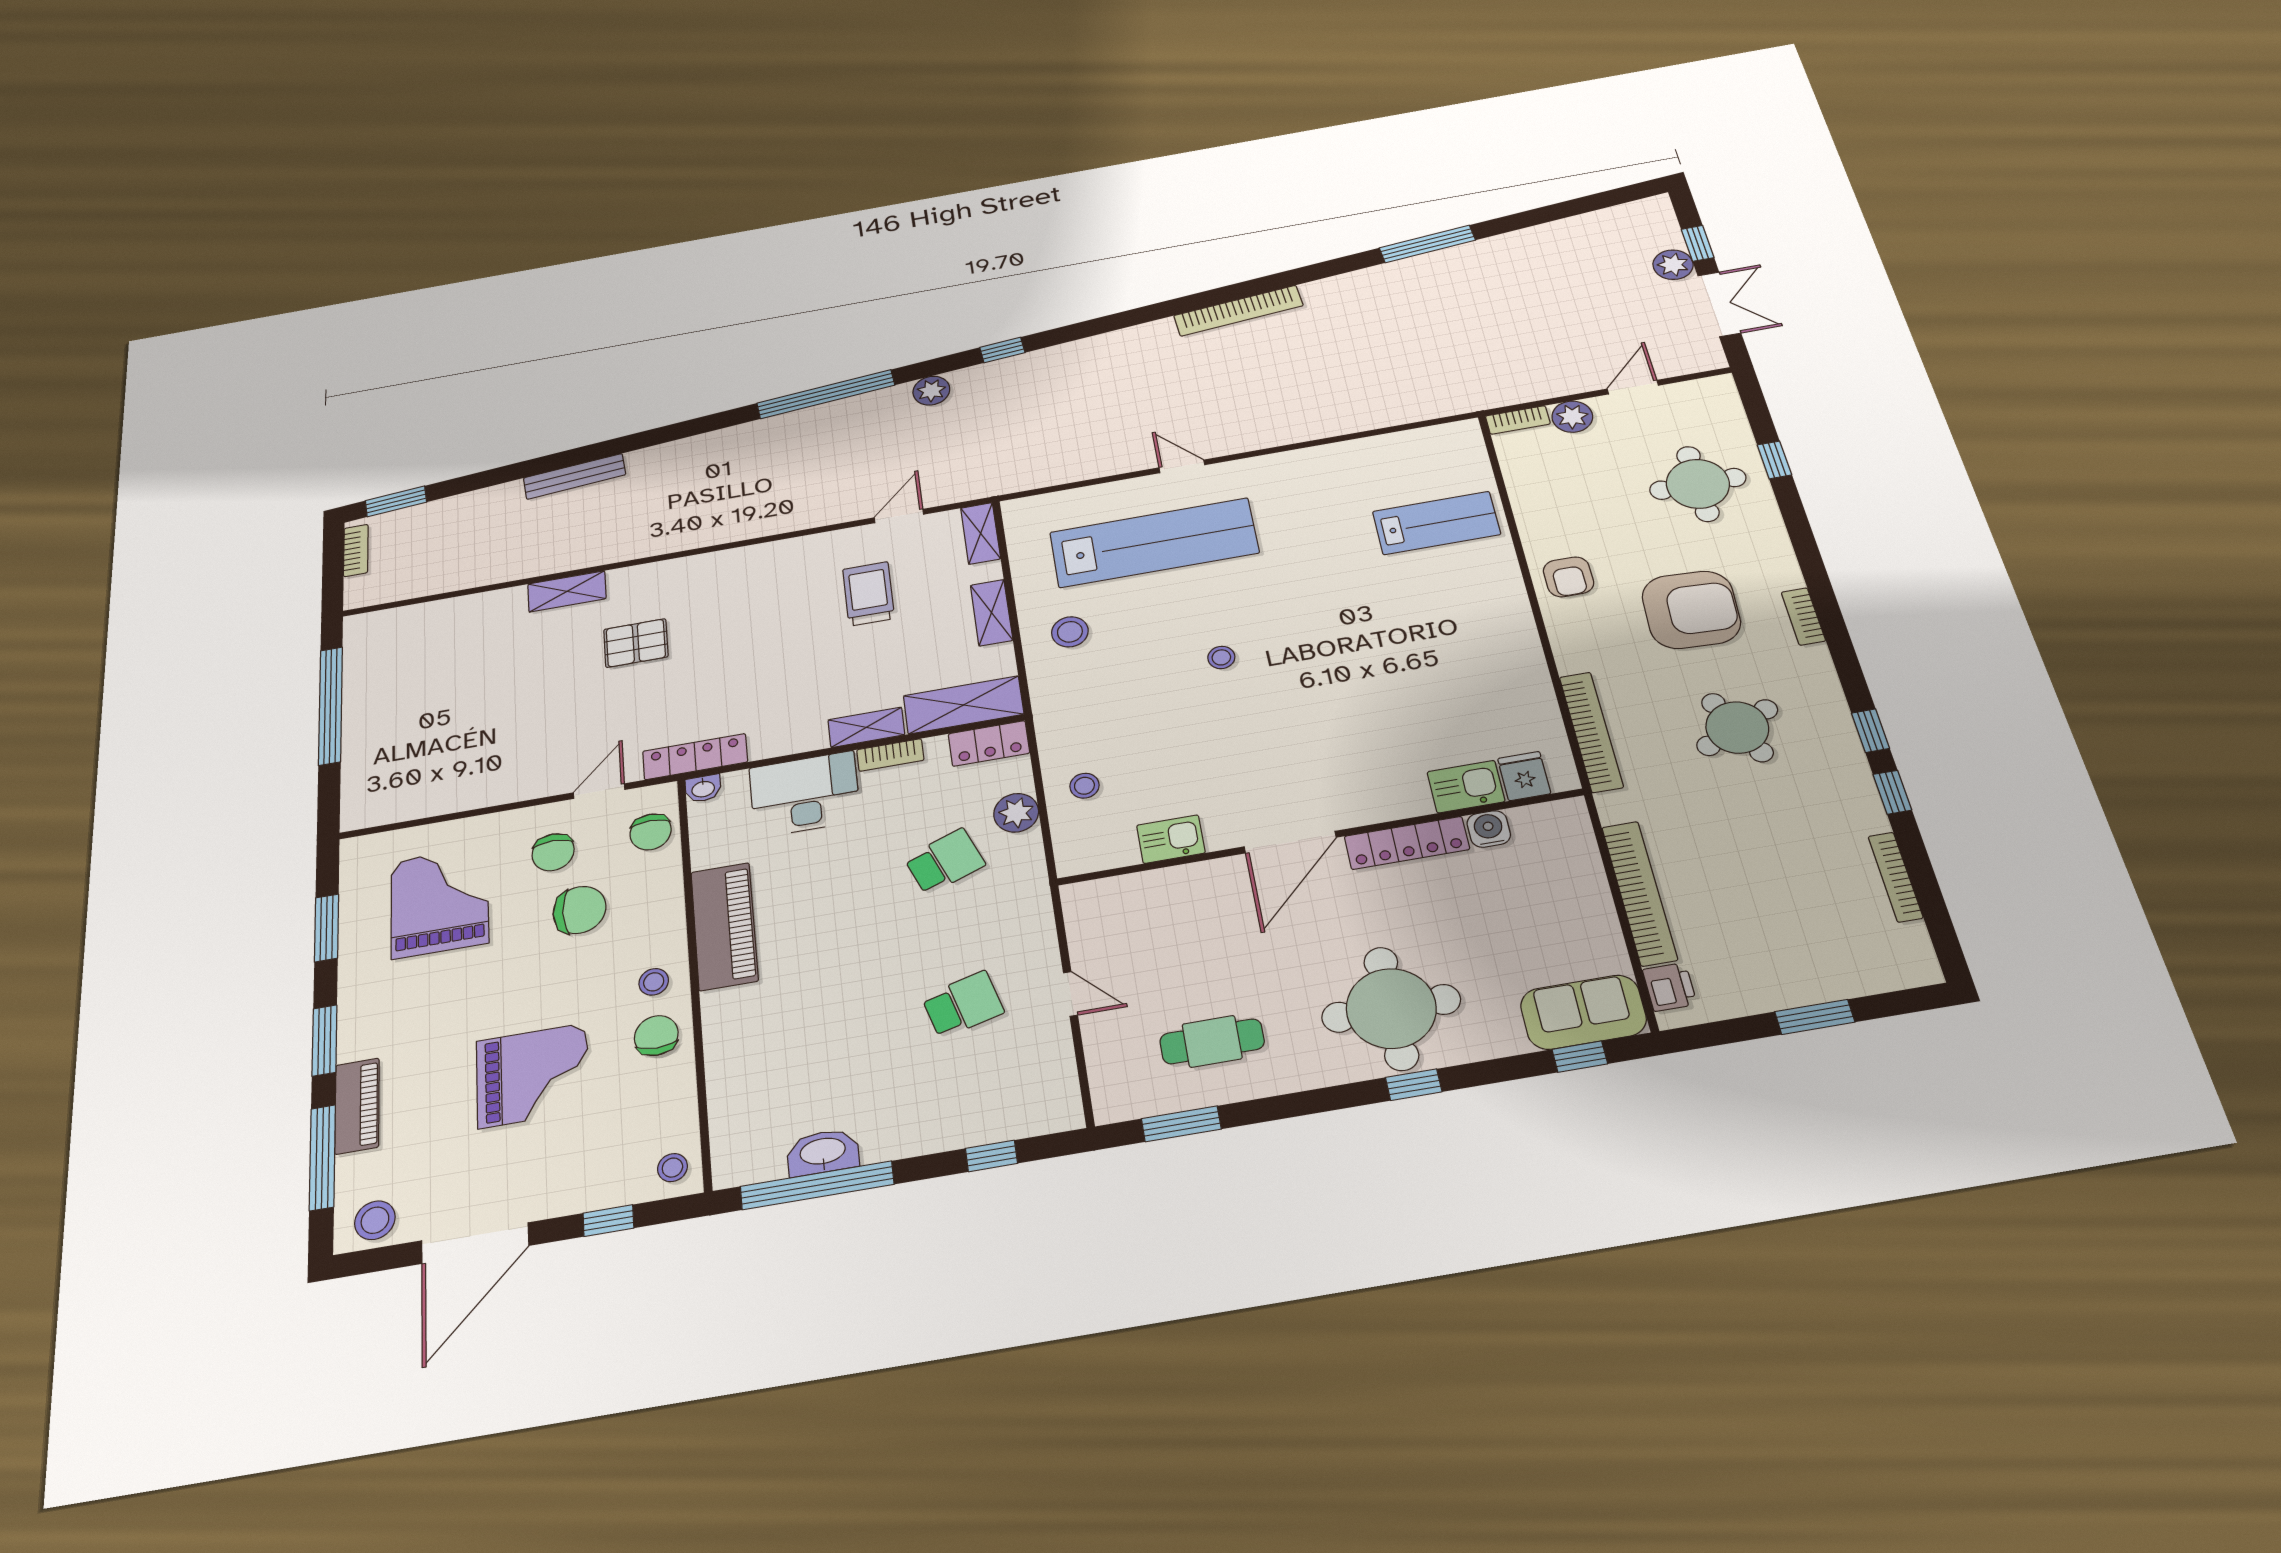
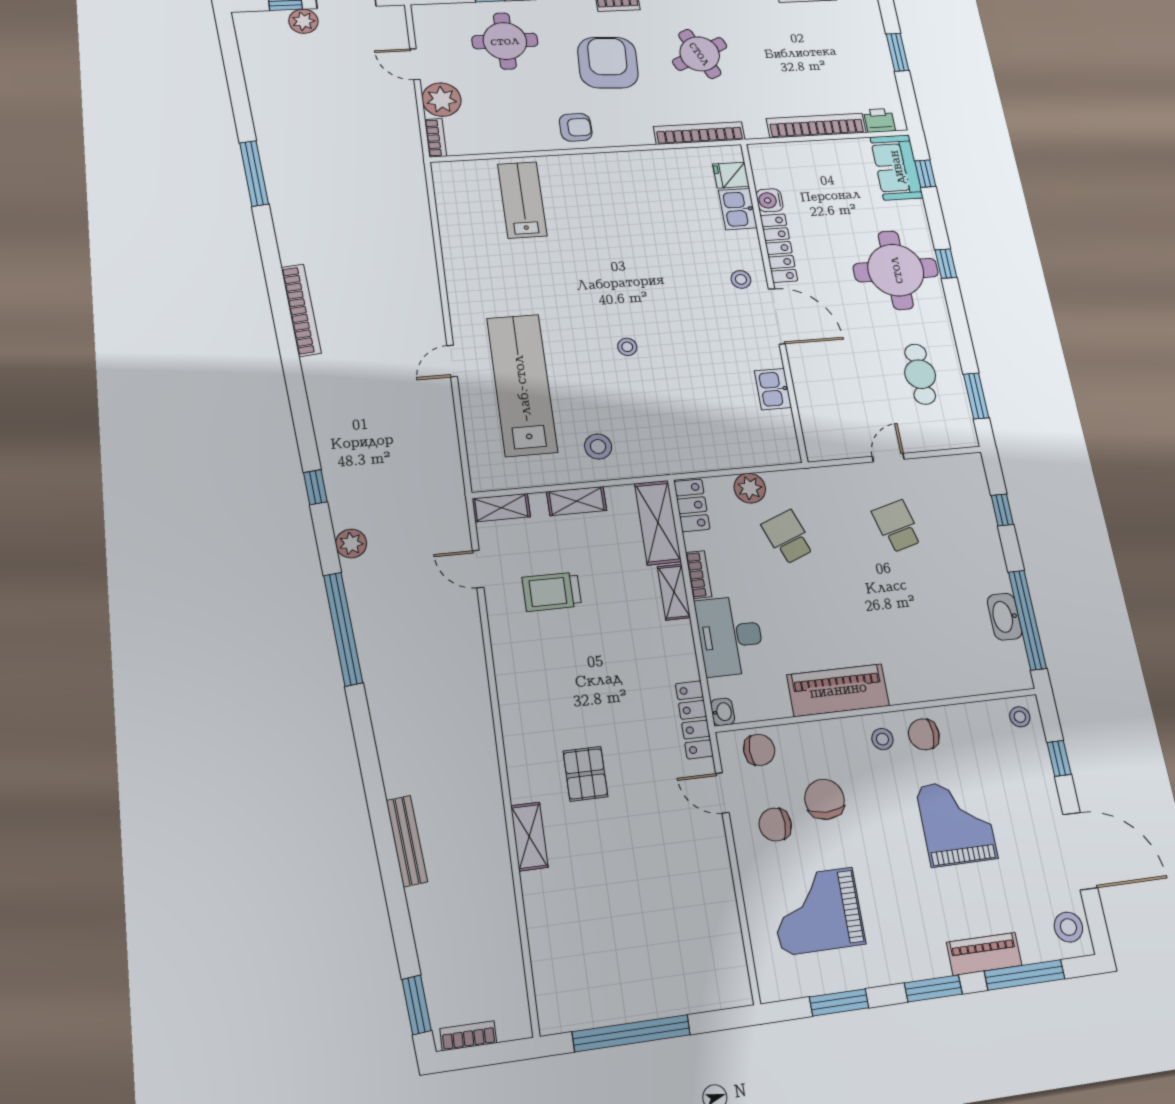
plant: (1572, 417) -> (442, 100), width x1.36, depth x1.36
stool: (1084, 786) -> (741, 279), moved
chair: (553, 852) -> (775, 825), turned 180

